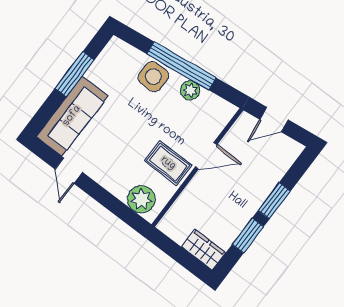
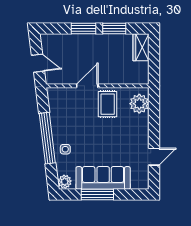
side table: (153, 77) -> (65, 149), width x0.54, depth x0.54
plant: (190, 90) -> (65, 182), moved
sofa: (72, 116) -> (103, 178), moved
door: (206, 156) -> (87, 86), hinge flipped

